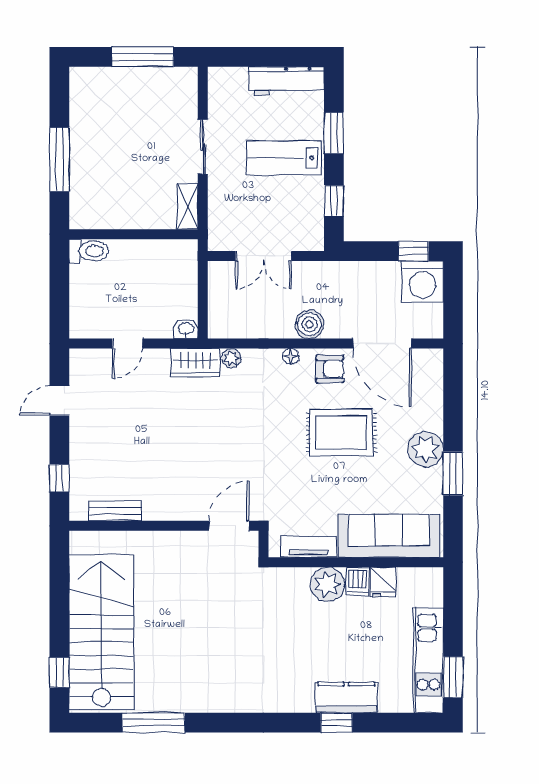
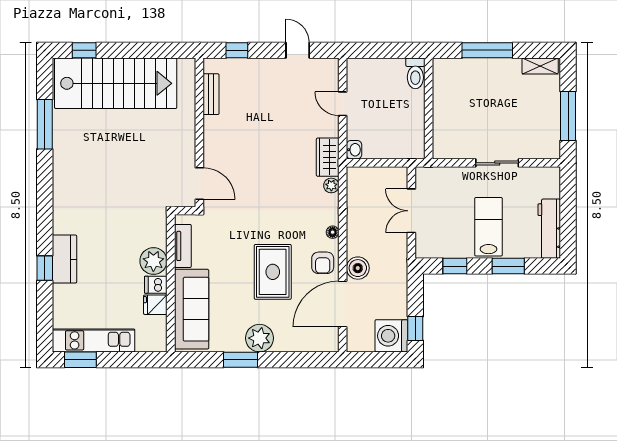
shelving: (188, 206) -> (540, 66), moved
boiler: (309, 324) -> (358, 268), moved
kitchen counter: (346, 697) -> (64, 259), moved

